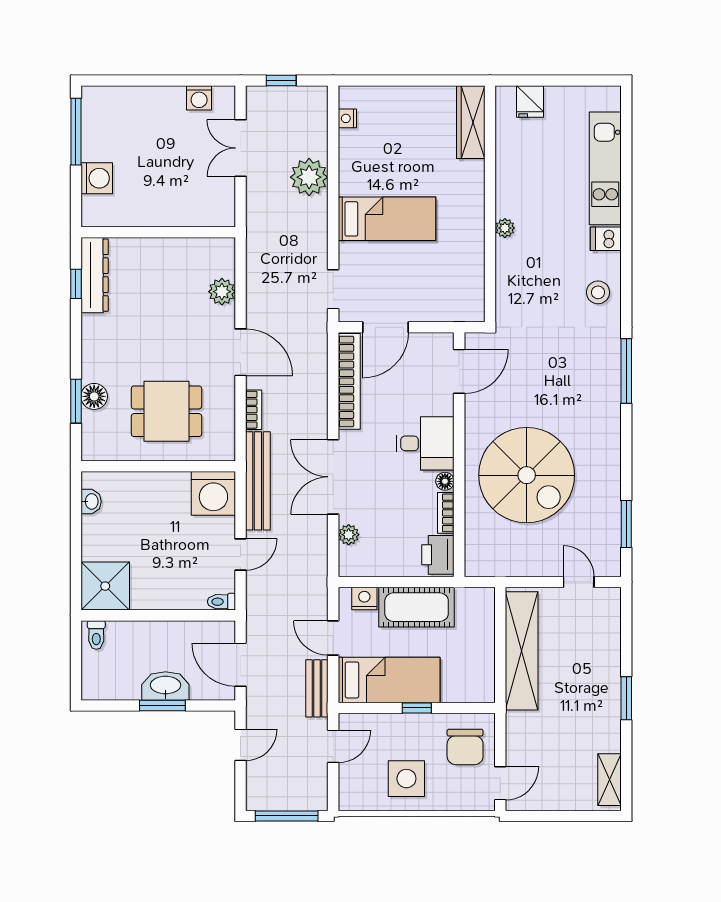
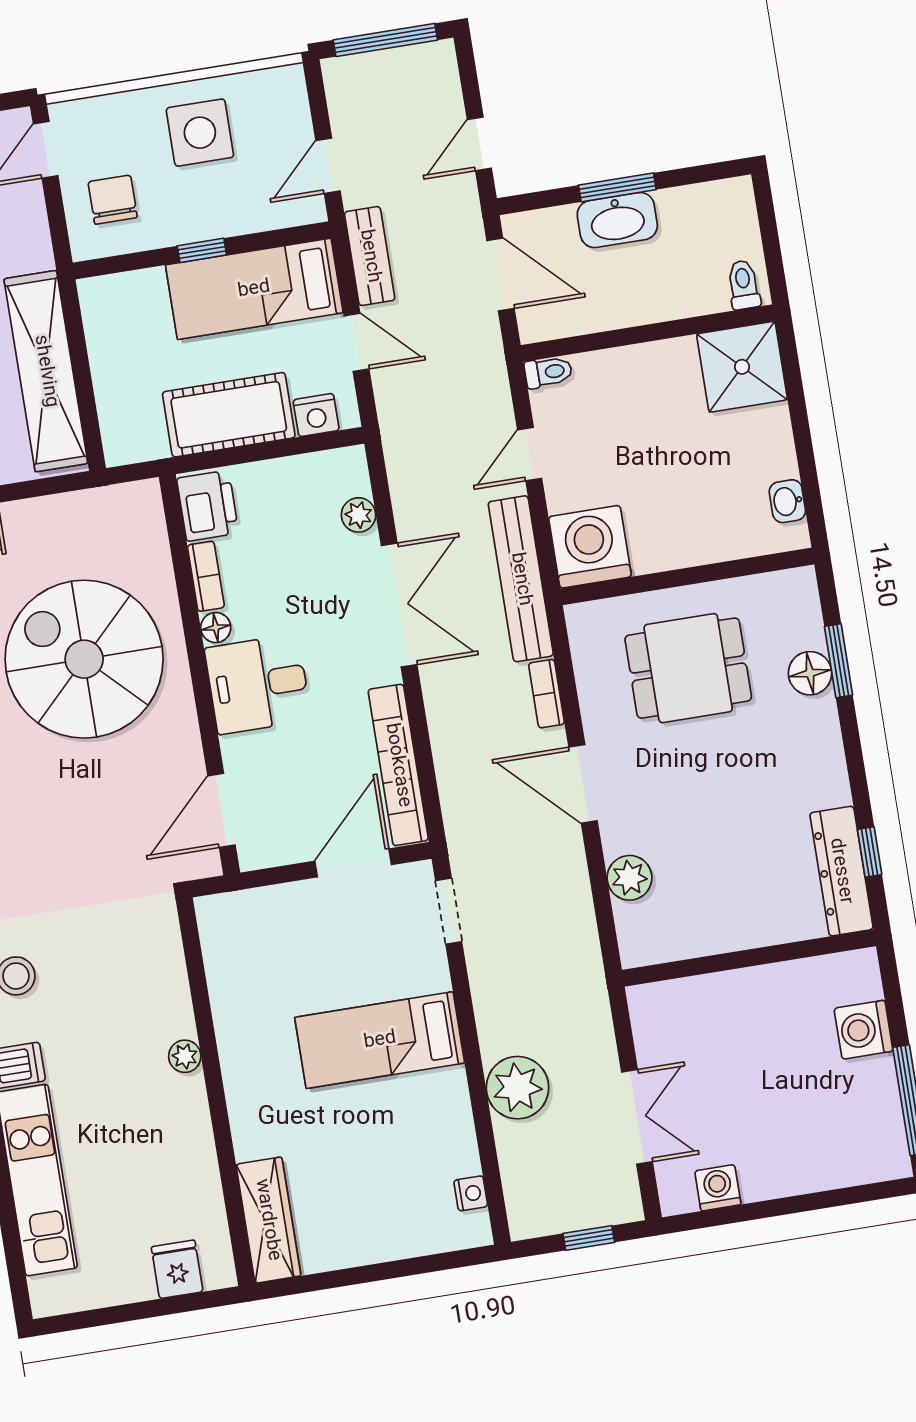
chair: (465, 747) -> (113, 200), width x0.73, depth x0.73

